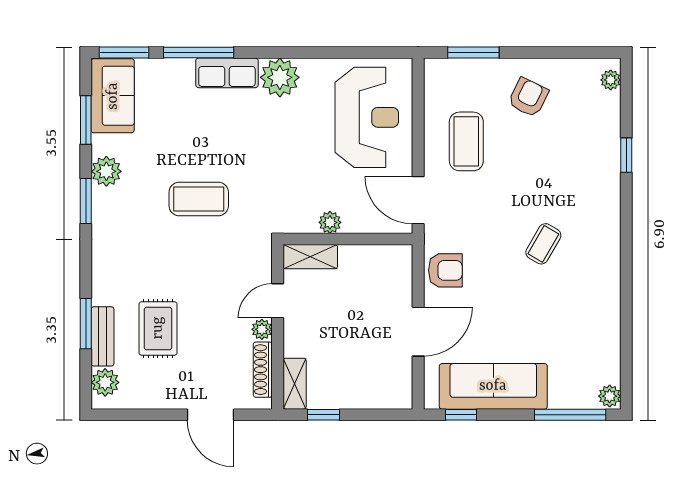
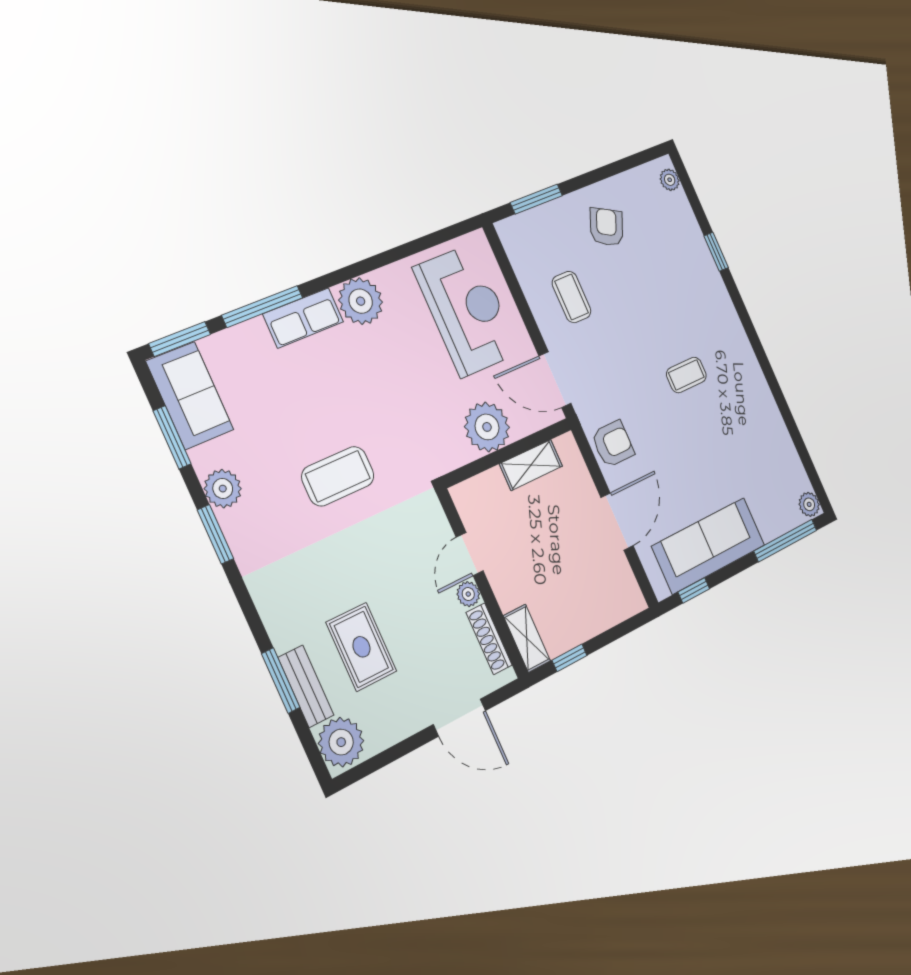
coffee table: (466, 141) -> (572, 297), width x0.73, depth x0.77
plant: (330, 222) -> (487, 427), width x1.87, depth x1.87
coffee table: (543, 244) -> (686, 375), turned 60
shelving: (310, 257) -> (531, 465), moved
plant: (105, 382) -> (341, 742), width x1.36, depth x1.36

